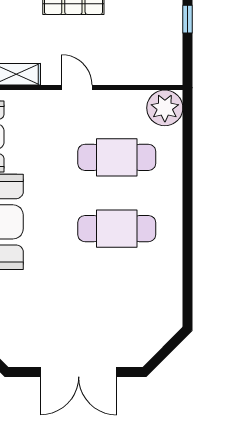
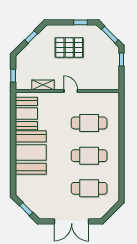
plant: (165, 108) -> (111, 100), removed
cafe table: (117, 300) -> (89, 188), added

